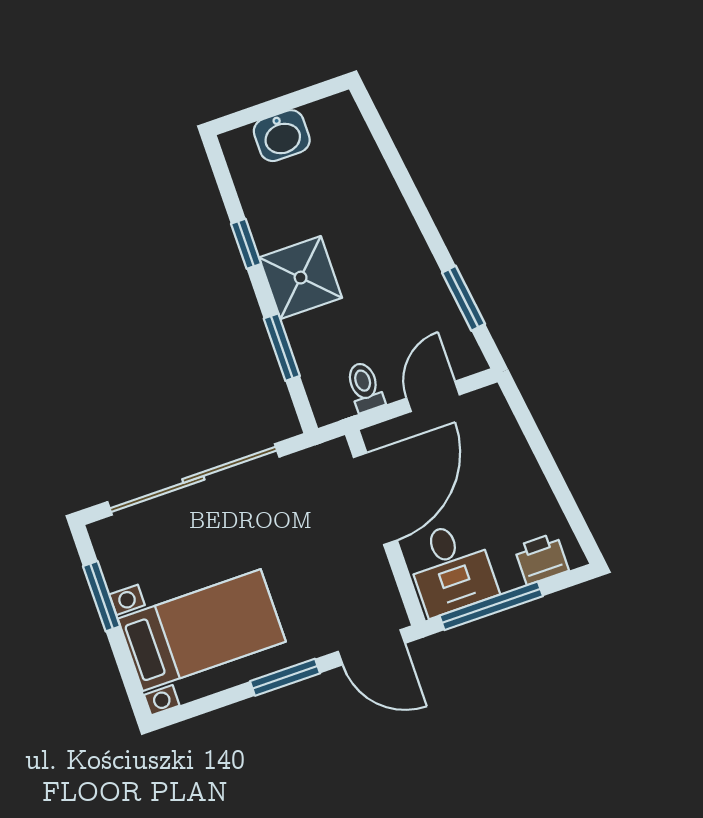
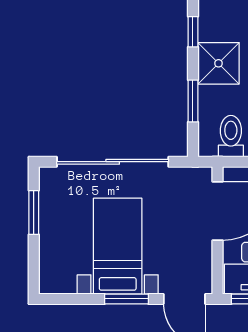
toilet: (365, 387) -> (231, 136), width x1.37, depth x1.39
bed with nightstands: (202, 630) -> (118, 246), moved, turned -90

